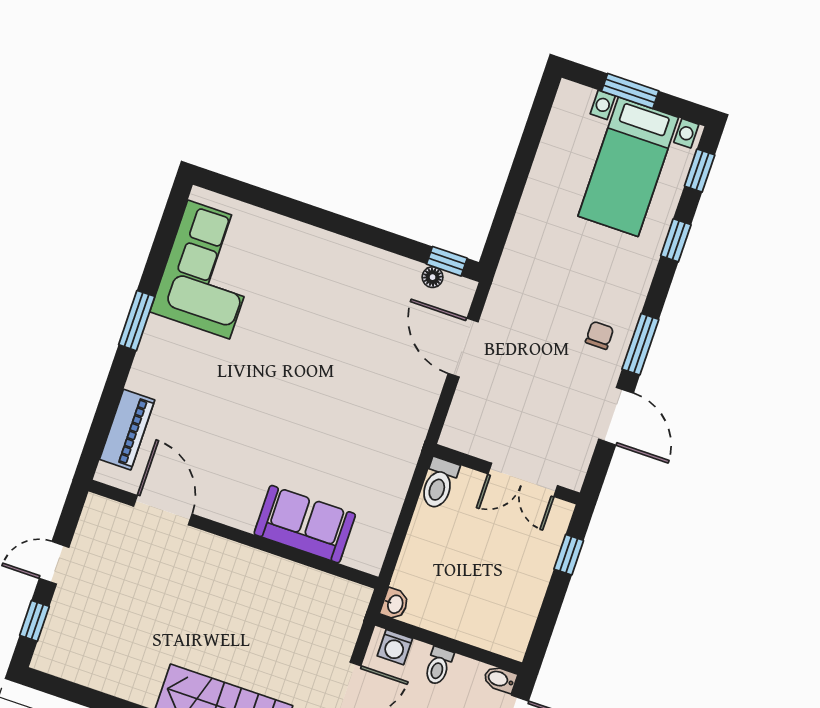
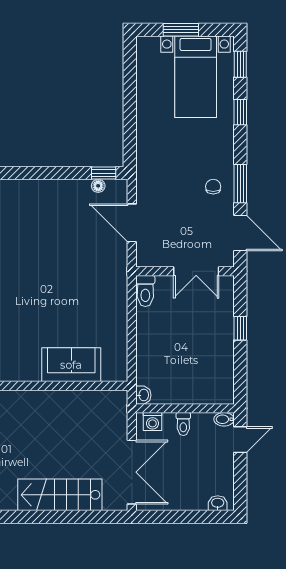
wall: (506, 474) -> (185, 271), moved
double door: (523, 480) -> (196, 271), moved
toilet: (439, 483) -> (145, 291), moved

